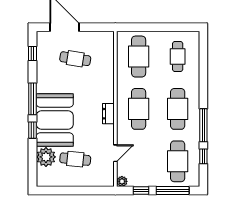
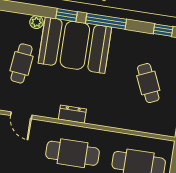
cafe table: (75, 59) -> (148, 83), turned -33
plant: (46, 157) -> (36, 22), width x0.53, depth x0.53

